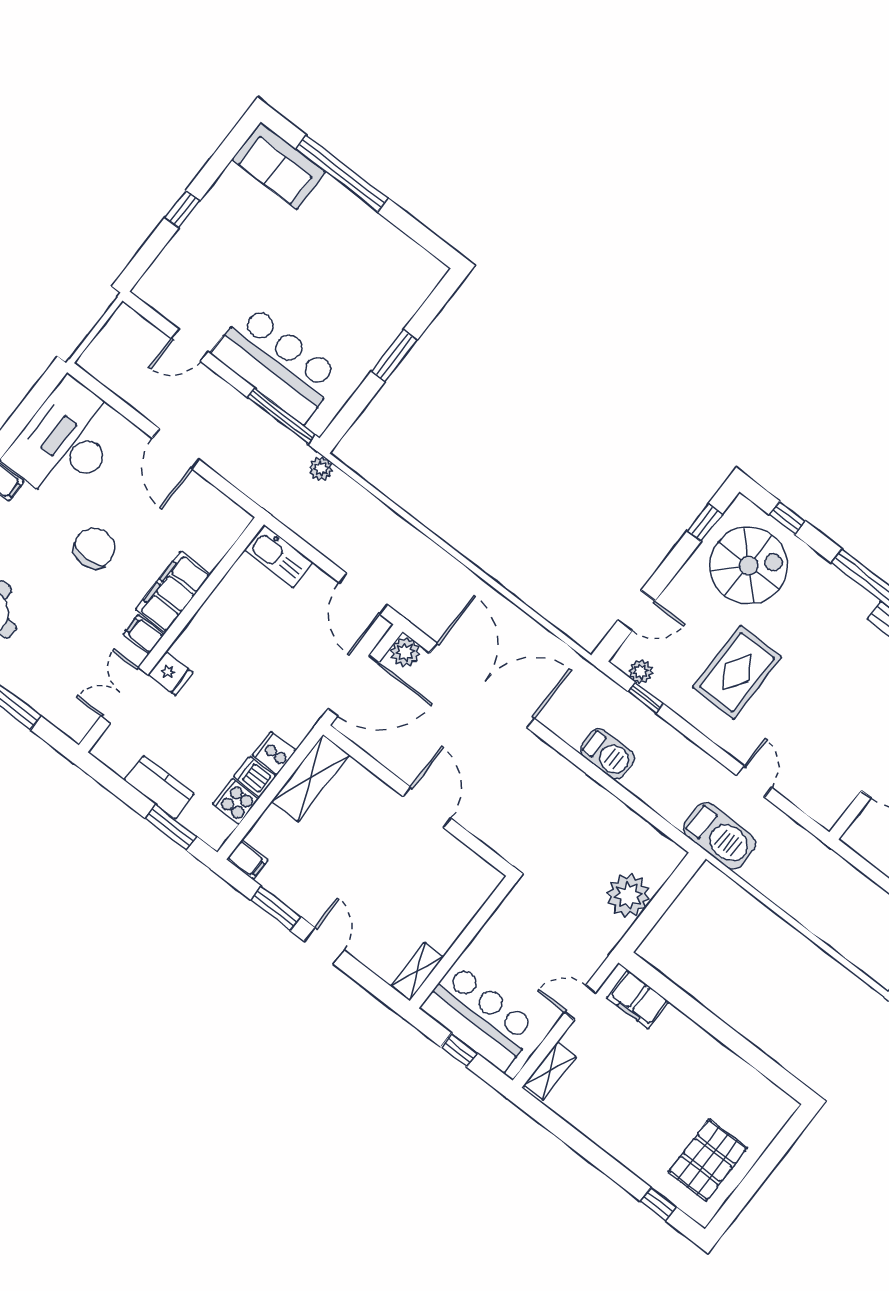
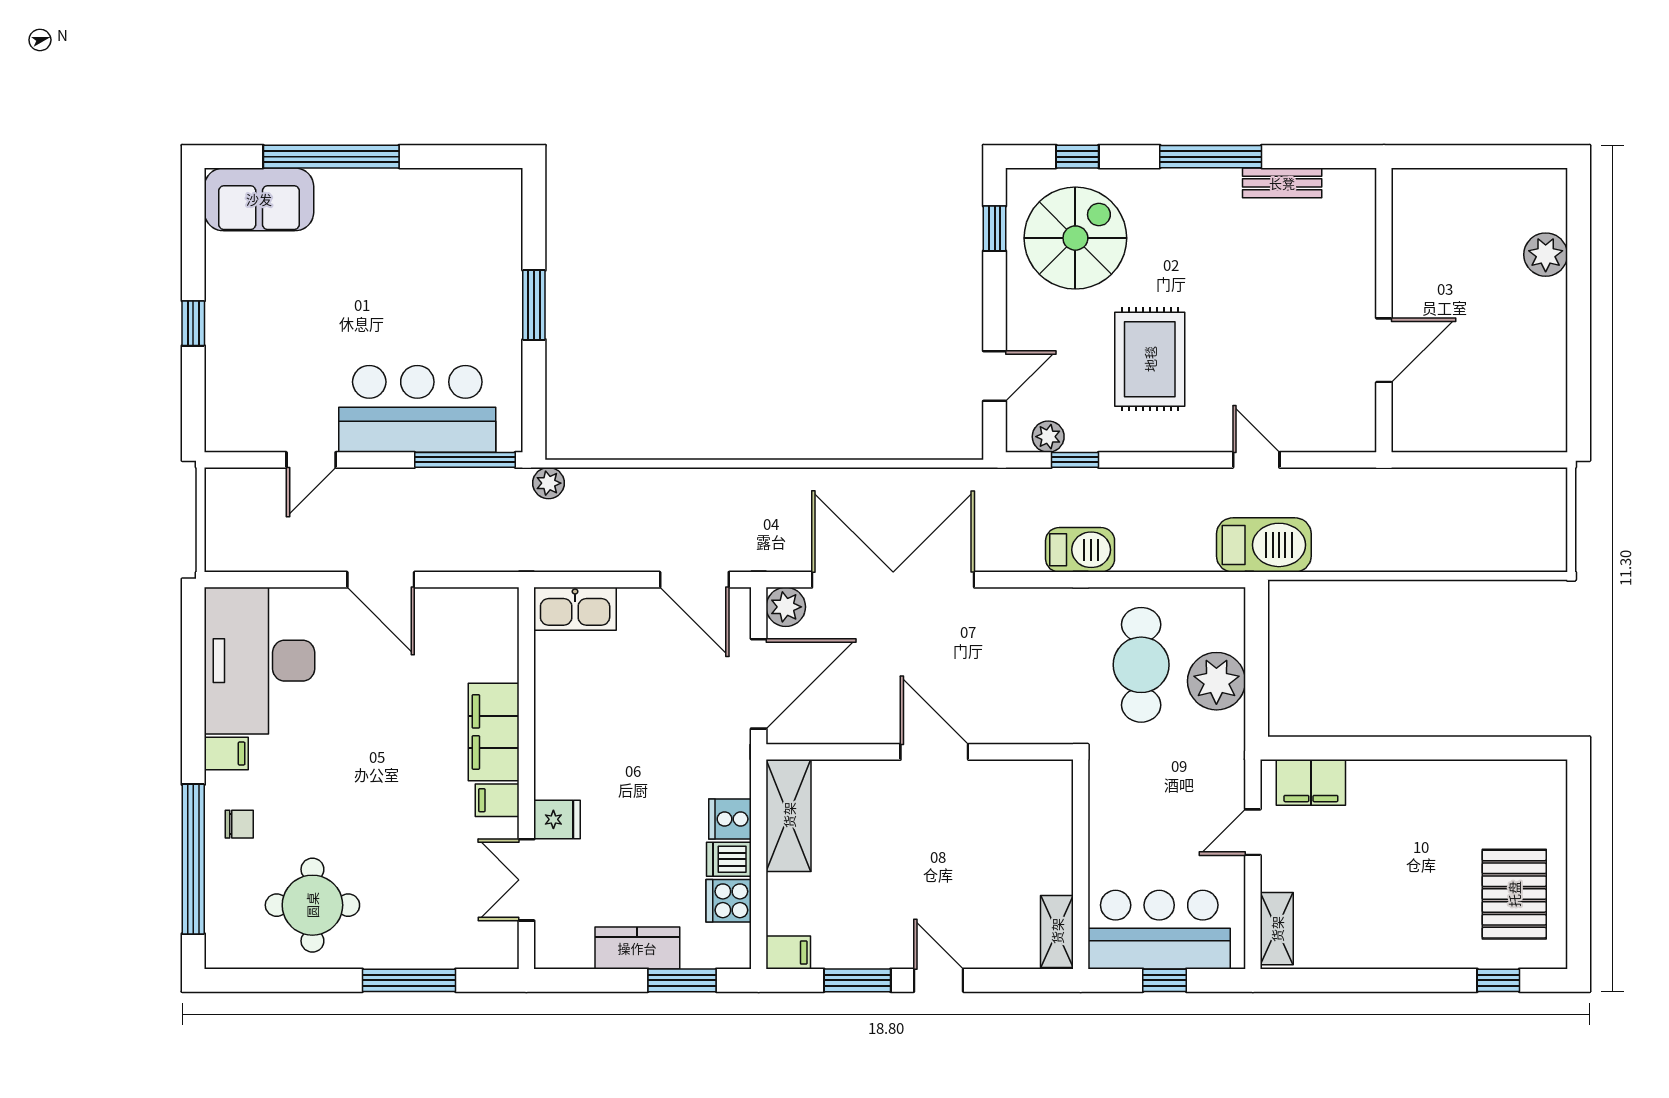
chair: (94, 548) -> (376, 750), removed
cafe table: (591, 851) -> (1141, 665), added

